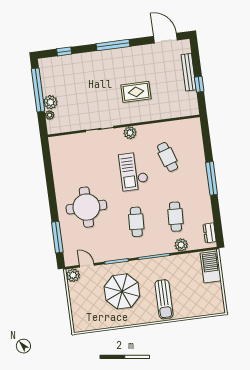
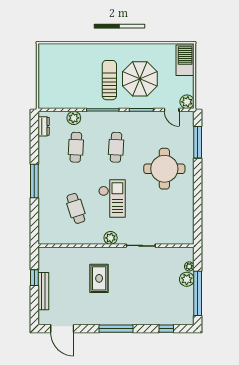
rug: (136, 92) -> (99, 278), turned 90
barbecue: (211, 267) -> (185, 60), moved, turned 180
sun lounger: (164, 299) -> (109, 80), moved

